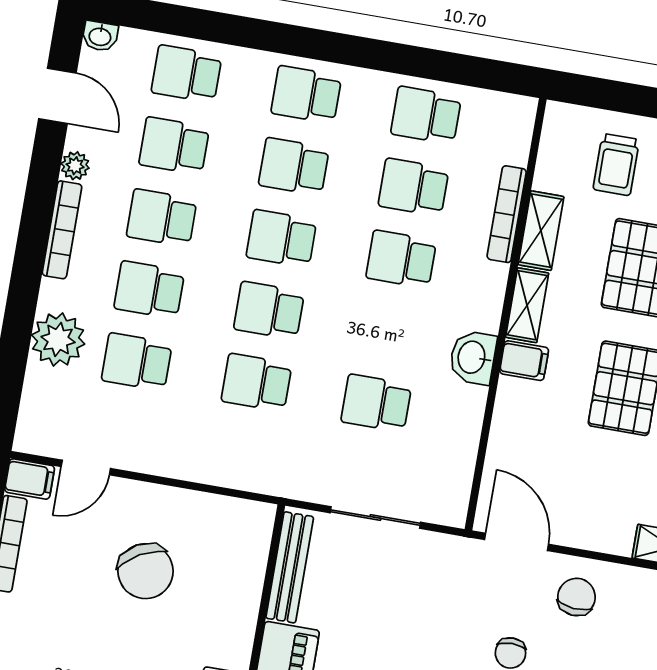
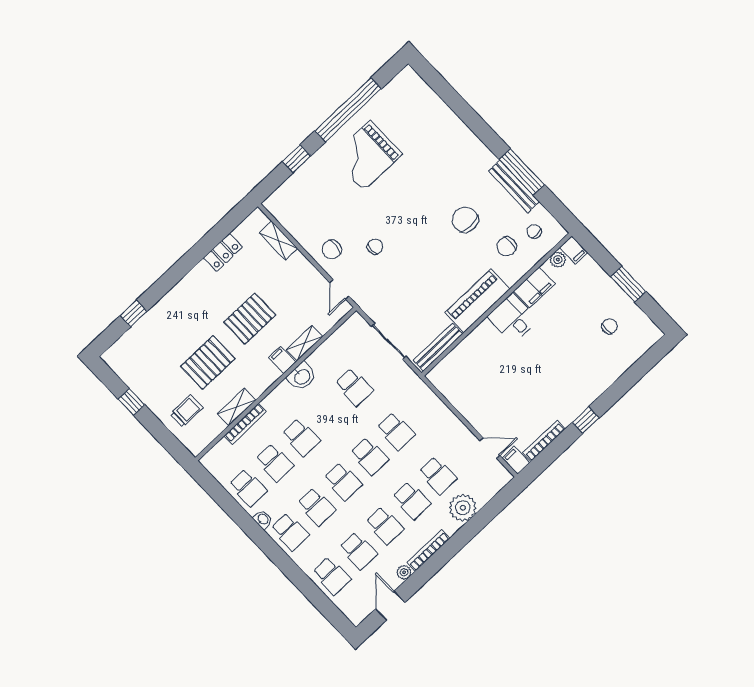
washbasin: (100, 36) -> (263, 519), moved
shelving: (527, 305) -> (304, 343), moved
door: (517, 542) -> (339, 289), width x0.73
chair: (146, 571) -> (497, 389), removed

